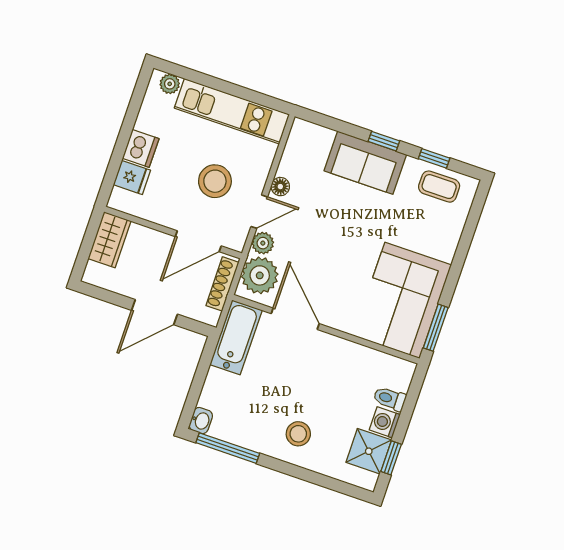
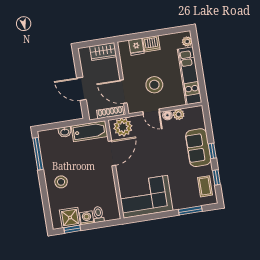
plant: (263, 243) -> (179, 114), moved
window: (436, 328) -> (190, 210), moved
washbasin: (201, 421) -> (65, 132), moved

